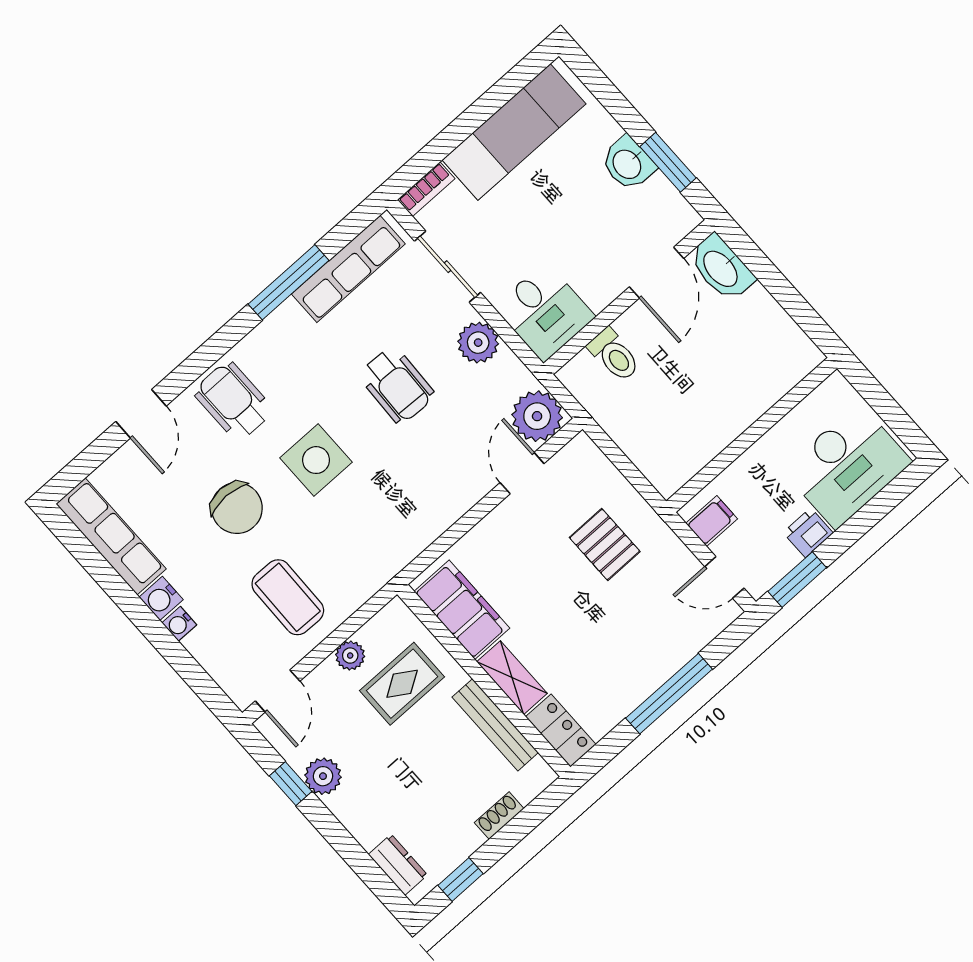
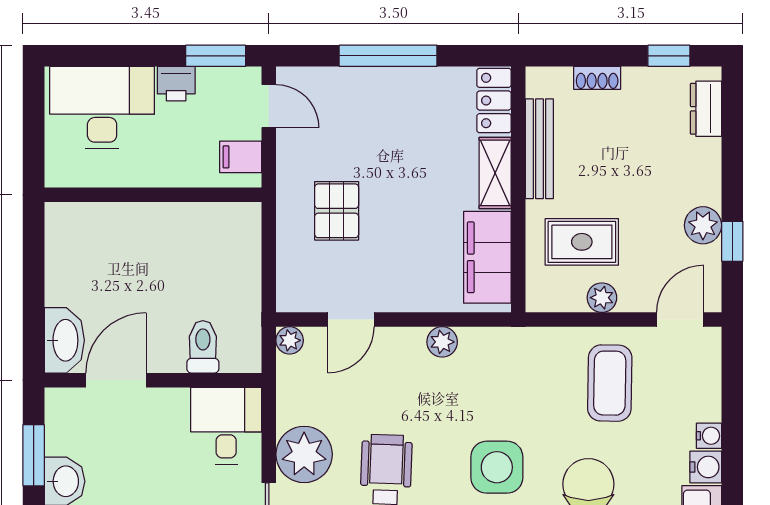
plant: (478, 343) -> (304, 454), width x1.36, depth x1.36
plant: (537, 416) -> (290, 340), width x0.53, depth x0.53
plant: (440, 517) -> (442, 342), added

